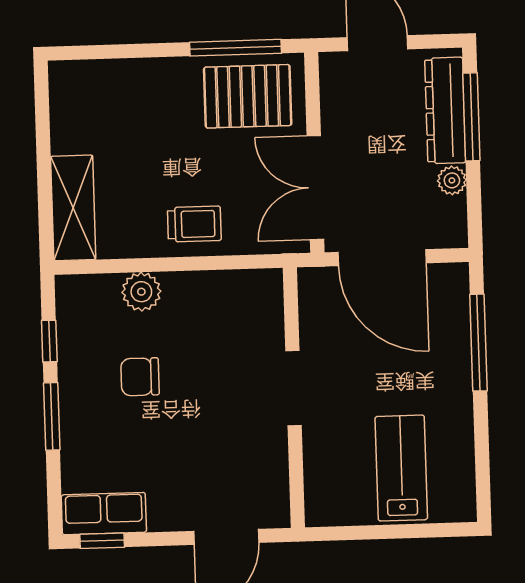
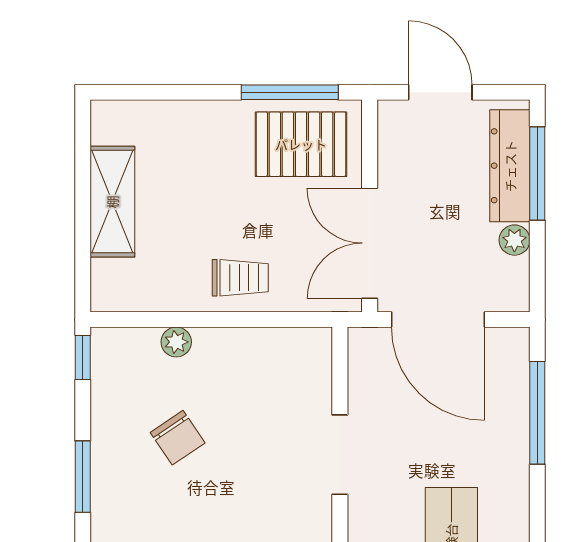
shelving: (73, 208) -> (112, 202), moved
plant: (141, 292) -> (176, 342), width x0.73, depth x0.73
window: (49, 341) -> (83, 357), moved
chair: (140, 377) -> (178, 438), turned -124

